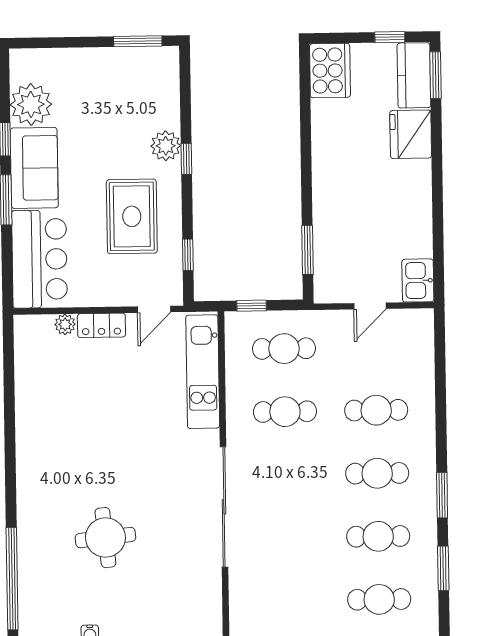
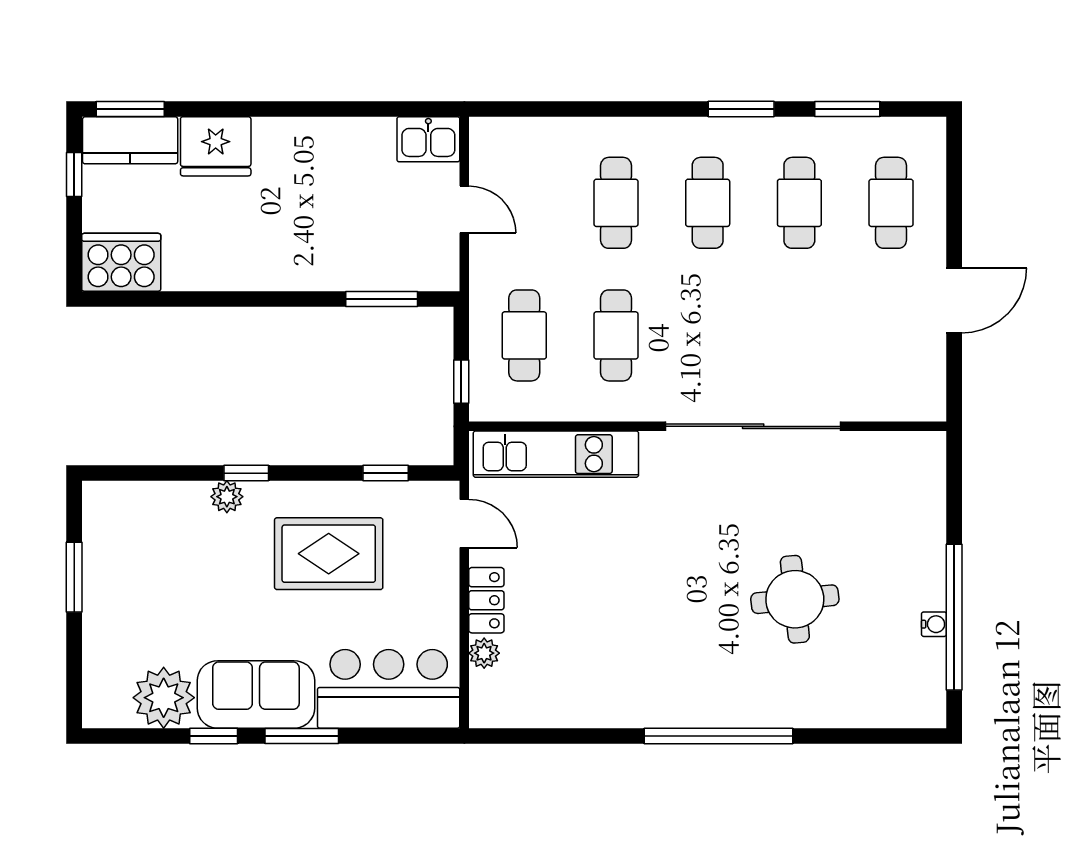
window: (138, 41) -> (74, 577), moved
plant: (166, 146) -> (227, 497), width x0.73, depth x0.73
window: (12, 579) -> (718, 736), moved

